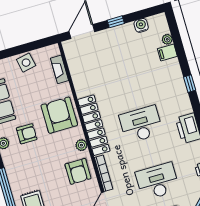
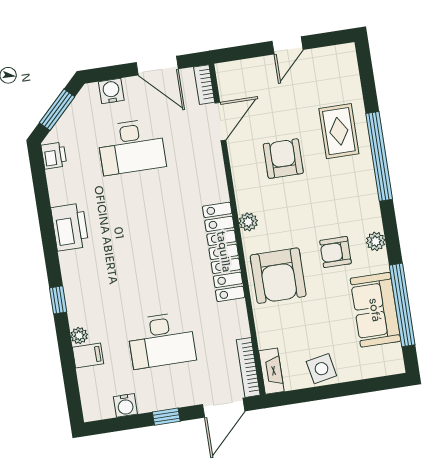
plant: (167, 39) -> (79, 336), moved
fireplace: (59, 69) -> (271, 371), moved
desk: (141, 124) -> (161, 340), moved
armchair: (78, 171) -> (283, 159), moved
bookcase: (104, 173) -> (248, 367), moved

